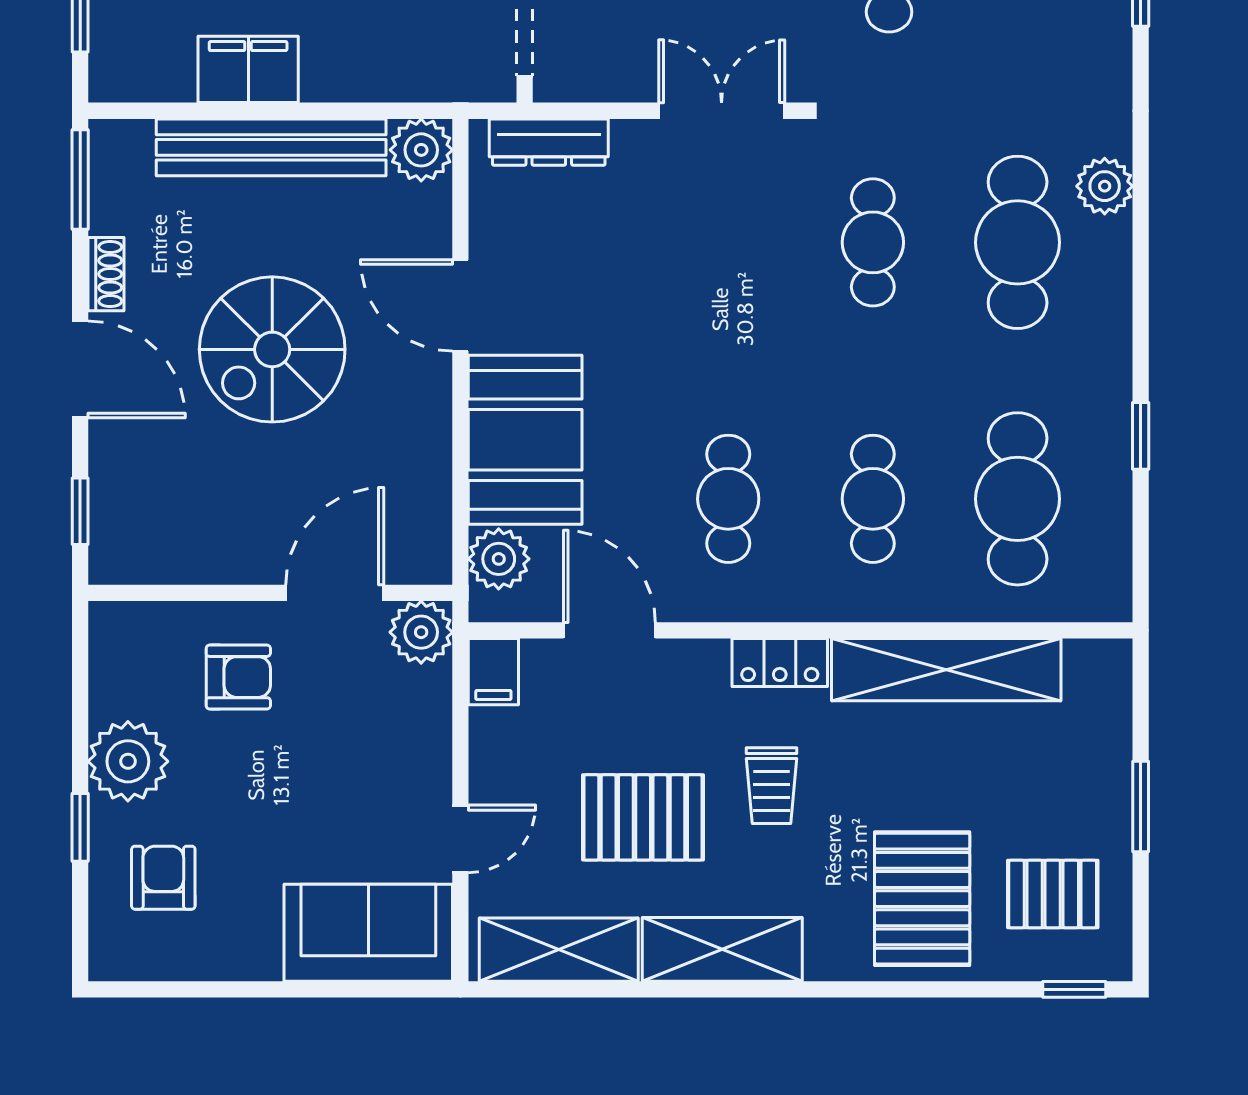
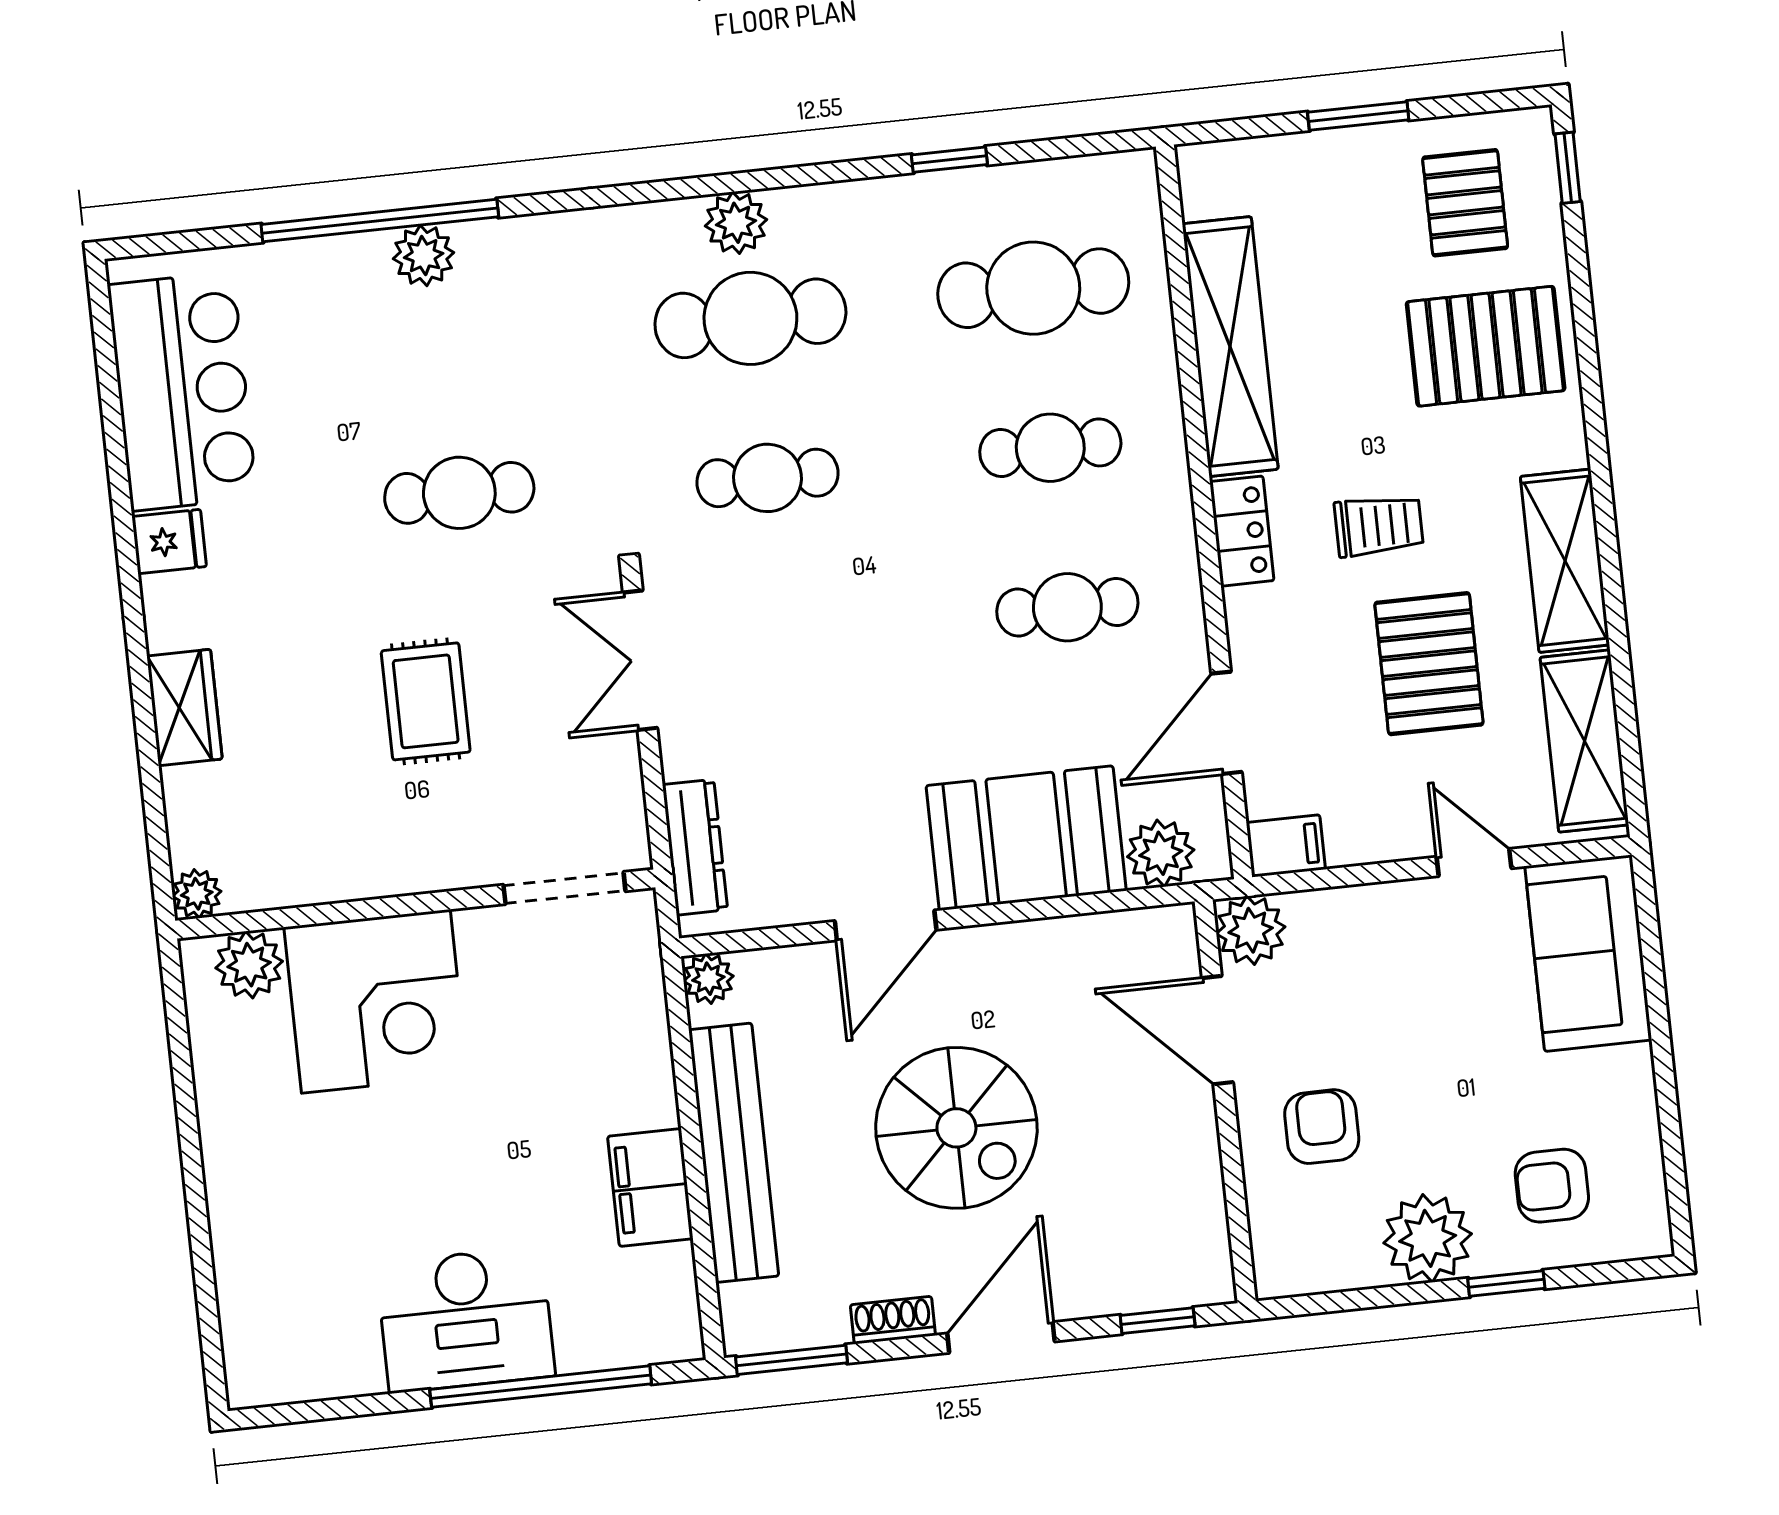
plant: (421, 150) -> (708, 979), width x0.73, depth x0.73
plant: (1105, 186) -> (736, 223), moved

